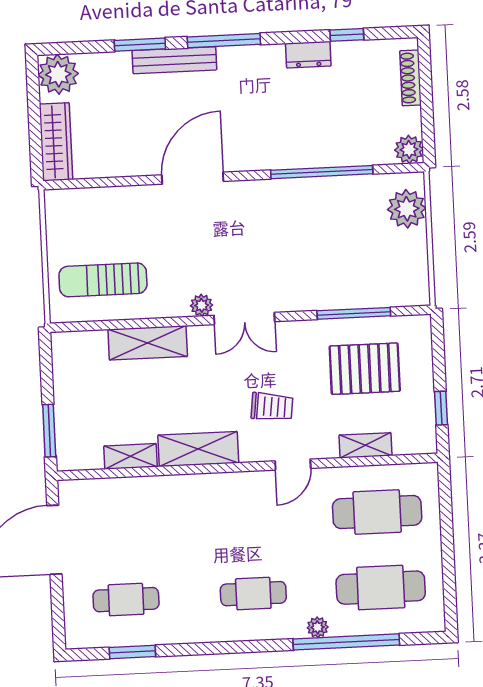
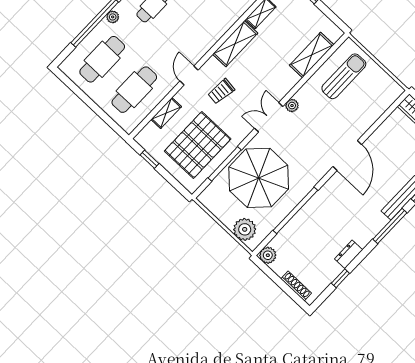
parasol: (329, 256) -> (259, 178), added
shelving: (148, 343) -> (312, 55), moved
pallet: (365, 369) -> (198, 145), width x1.37, depth x1.41

